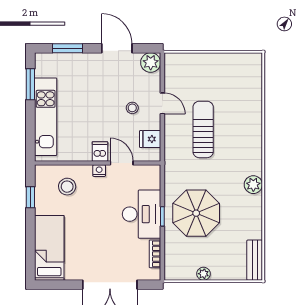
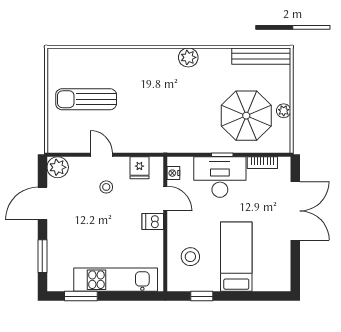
door: (162, 103) -> (101, 155), hinge flipped
sun lounger: (203, 129) -> (86, 99), moved
door: (122, 163) -> (165, 198), swing flipped
nightstand: (99, 171) -> (173, 173), moved
parasol: (196, 213) -> (246, 116), moved
bed: (49, 248) -> (236, 257), moved, turned 90
bench: (255, 260) -> (261, 56), width x1.36

